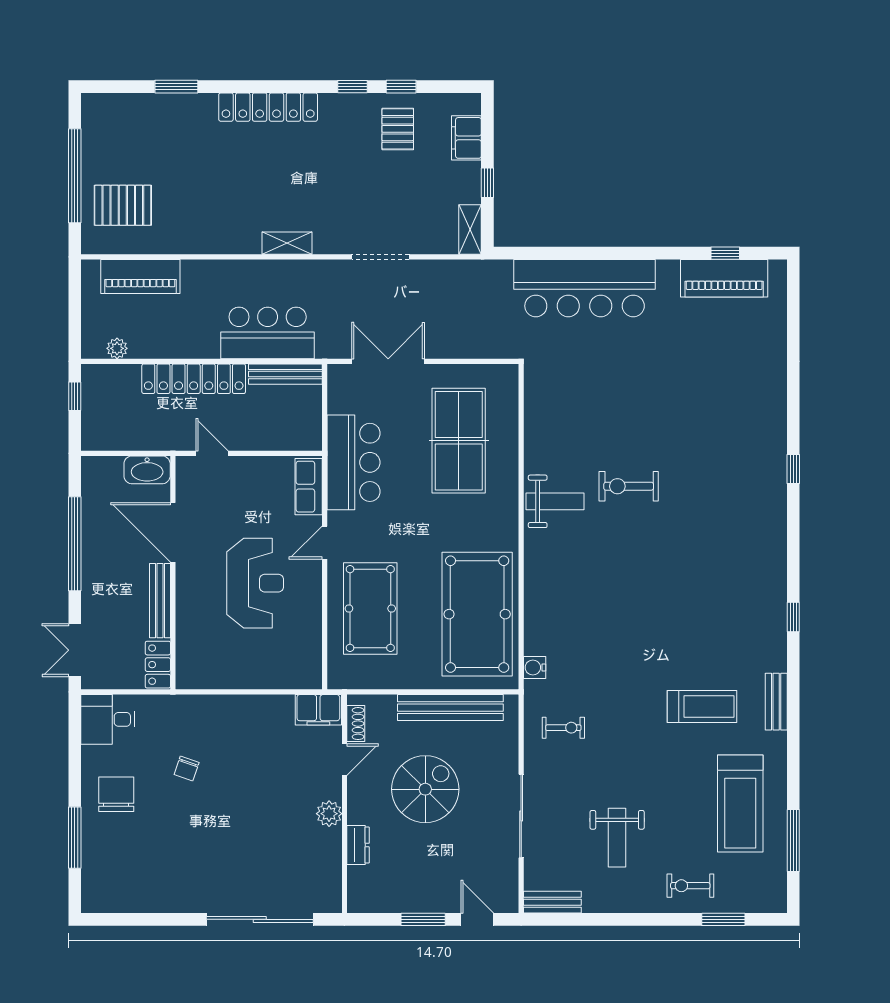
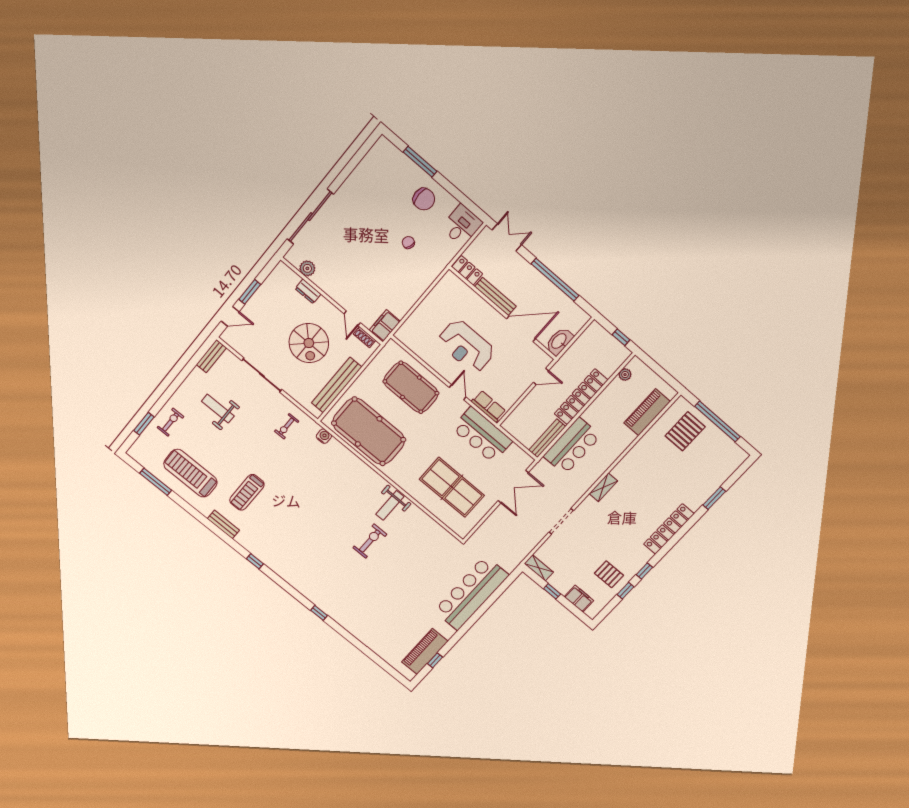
plant: (329, 814) -> (307, 268), moved

